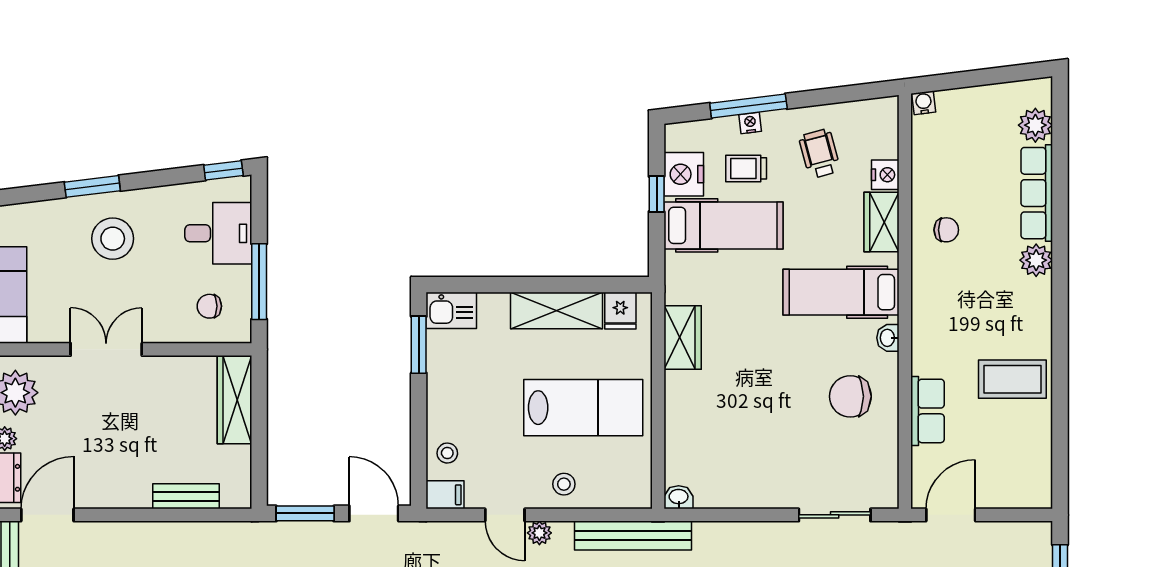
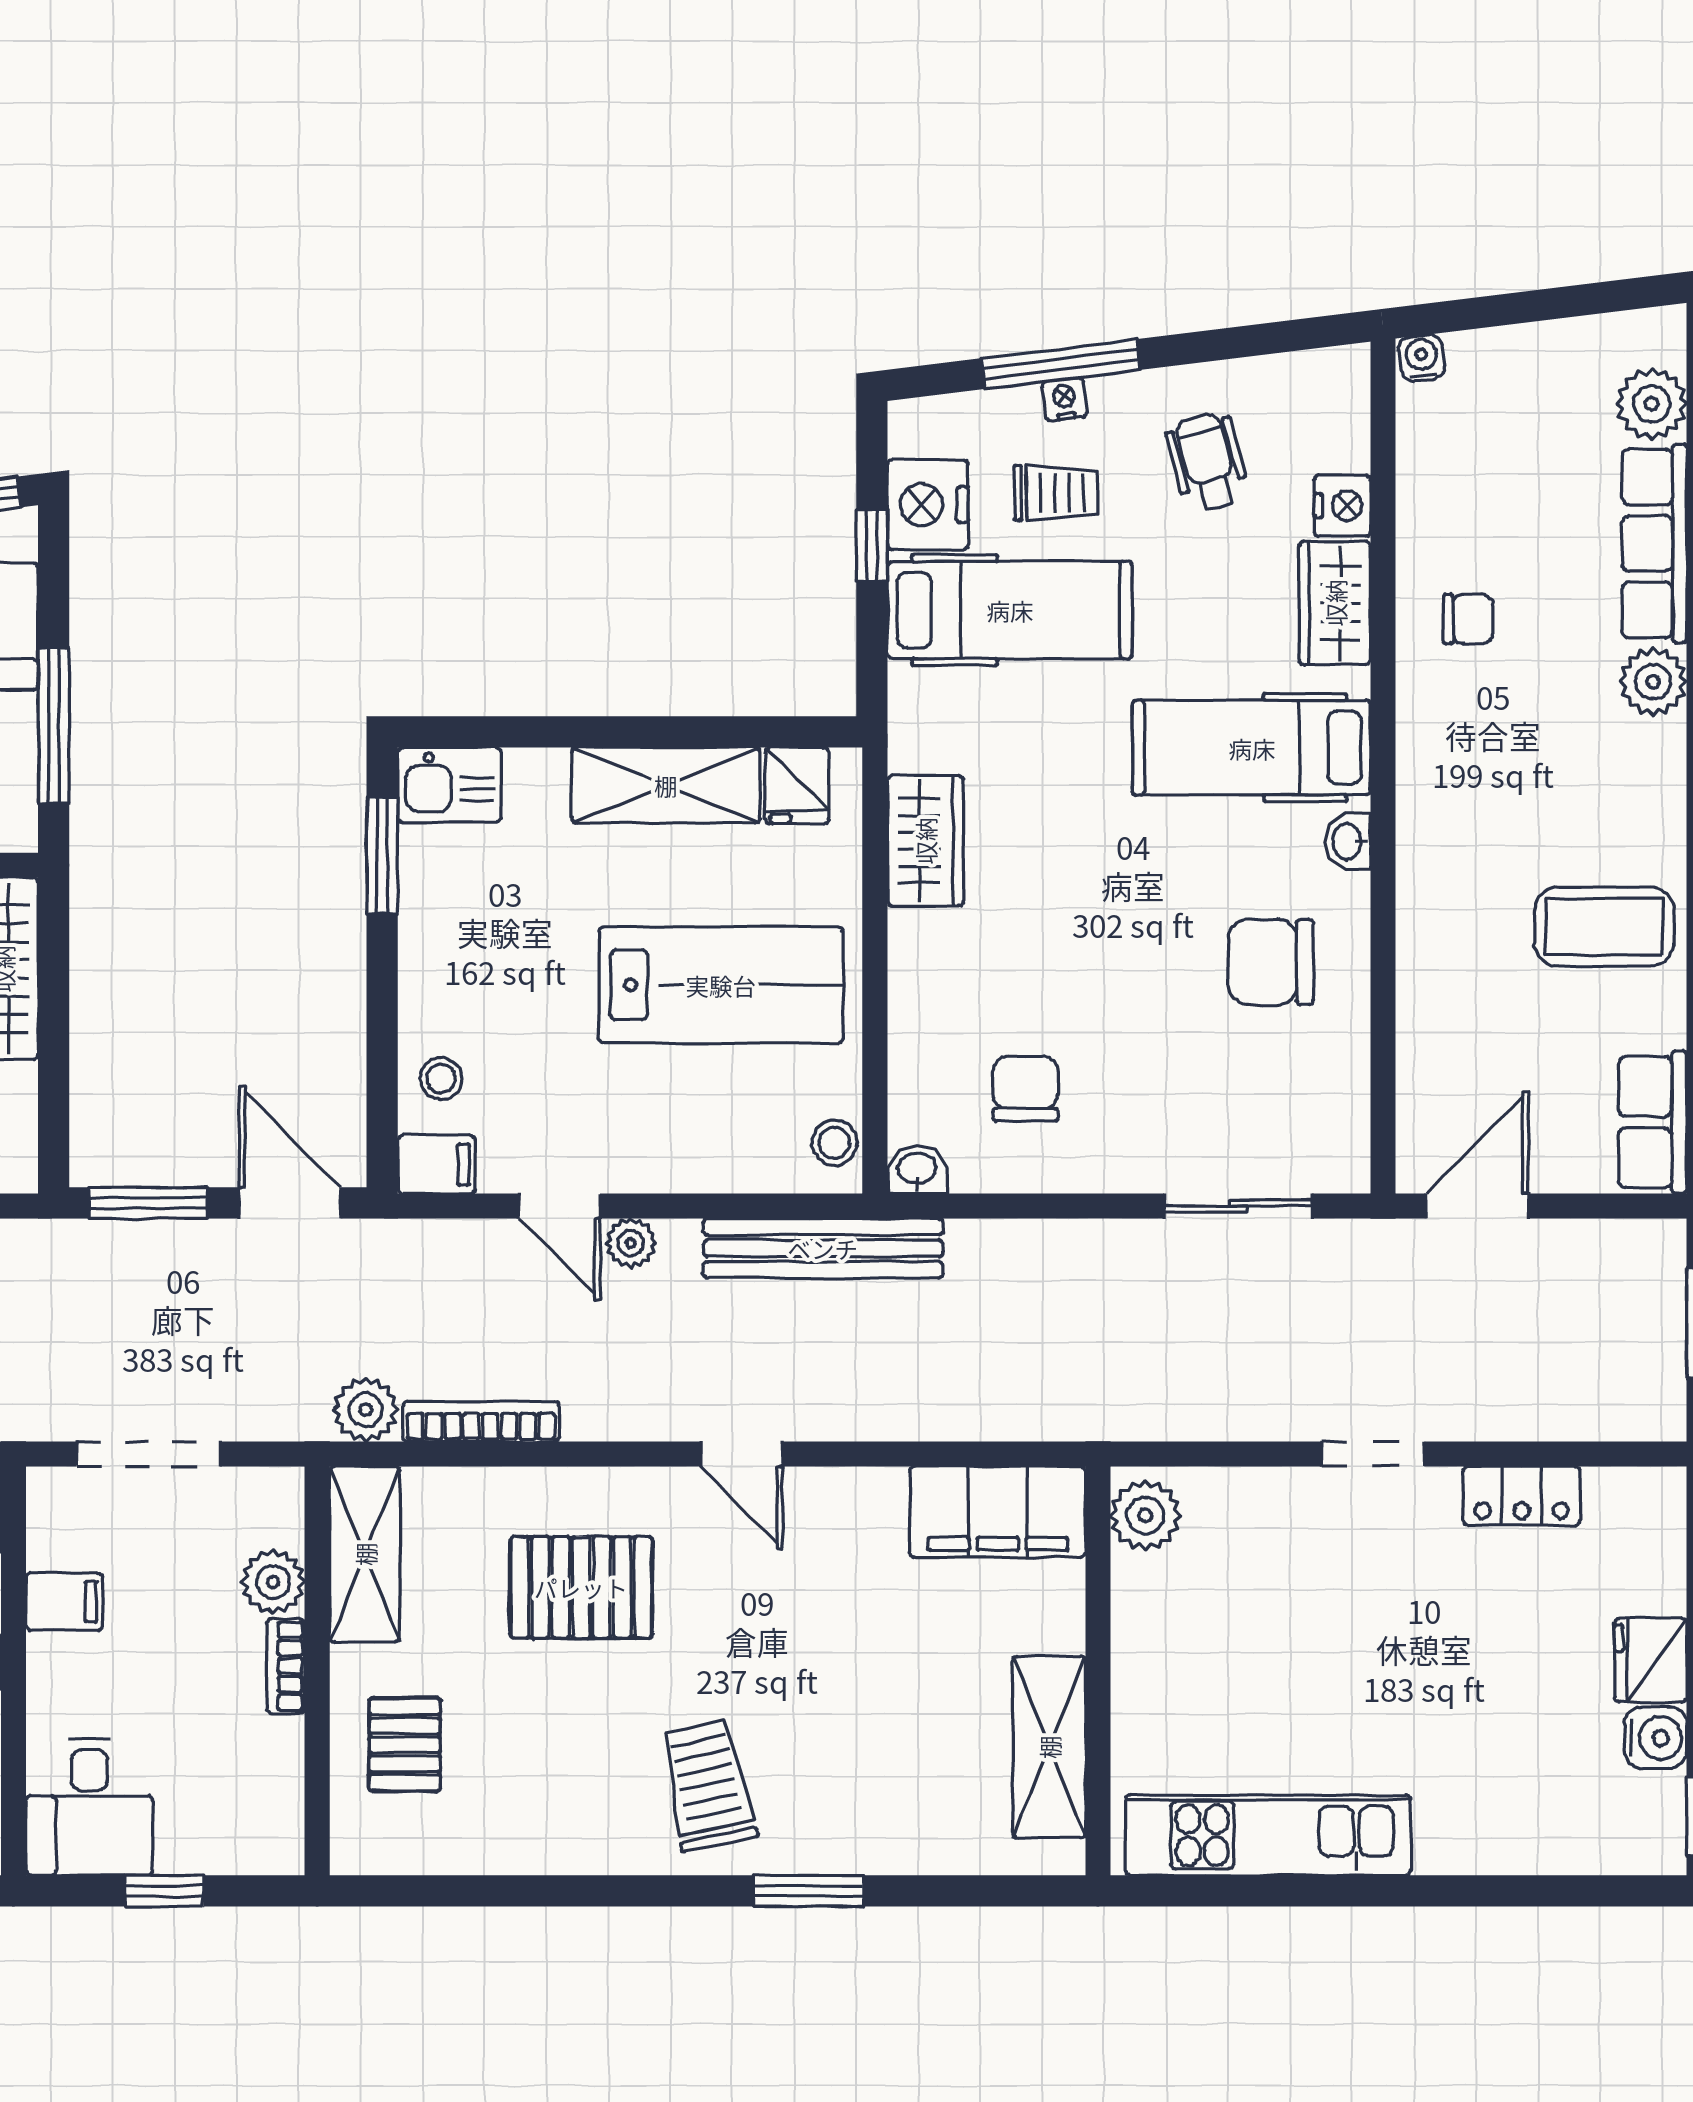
trolley: (746, 168) -> (1056, 493), turned 180
row of seats: (928, 411) -> (1653, 1122), moved, turned 180
chair: (731, 458) -> (1025, 1089), added
stool: (564, 484) -> (834, 1143), moved

